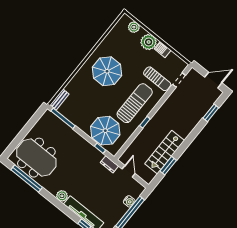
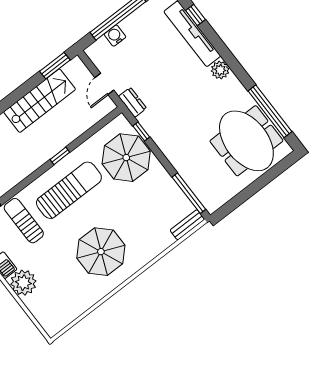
plant: (134, 27) -> (41, 312), removed
sun lounger: (135, 103) -> (69, 190), turned 180
window: (168, 166) -> (55, 66), moved

